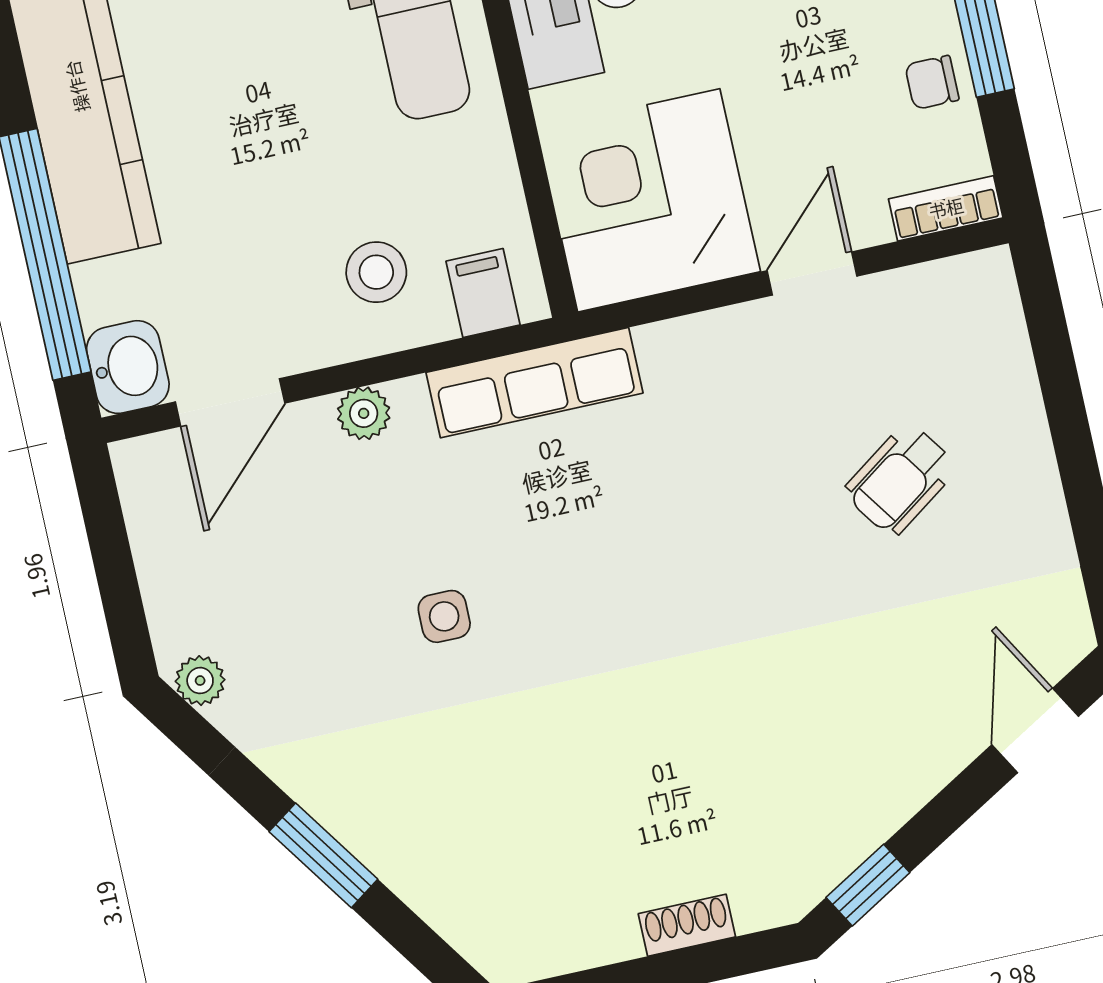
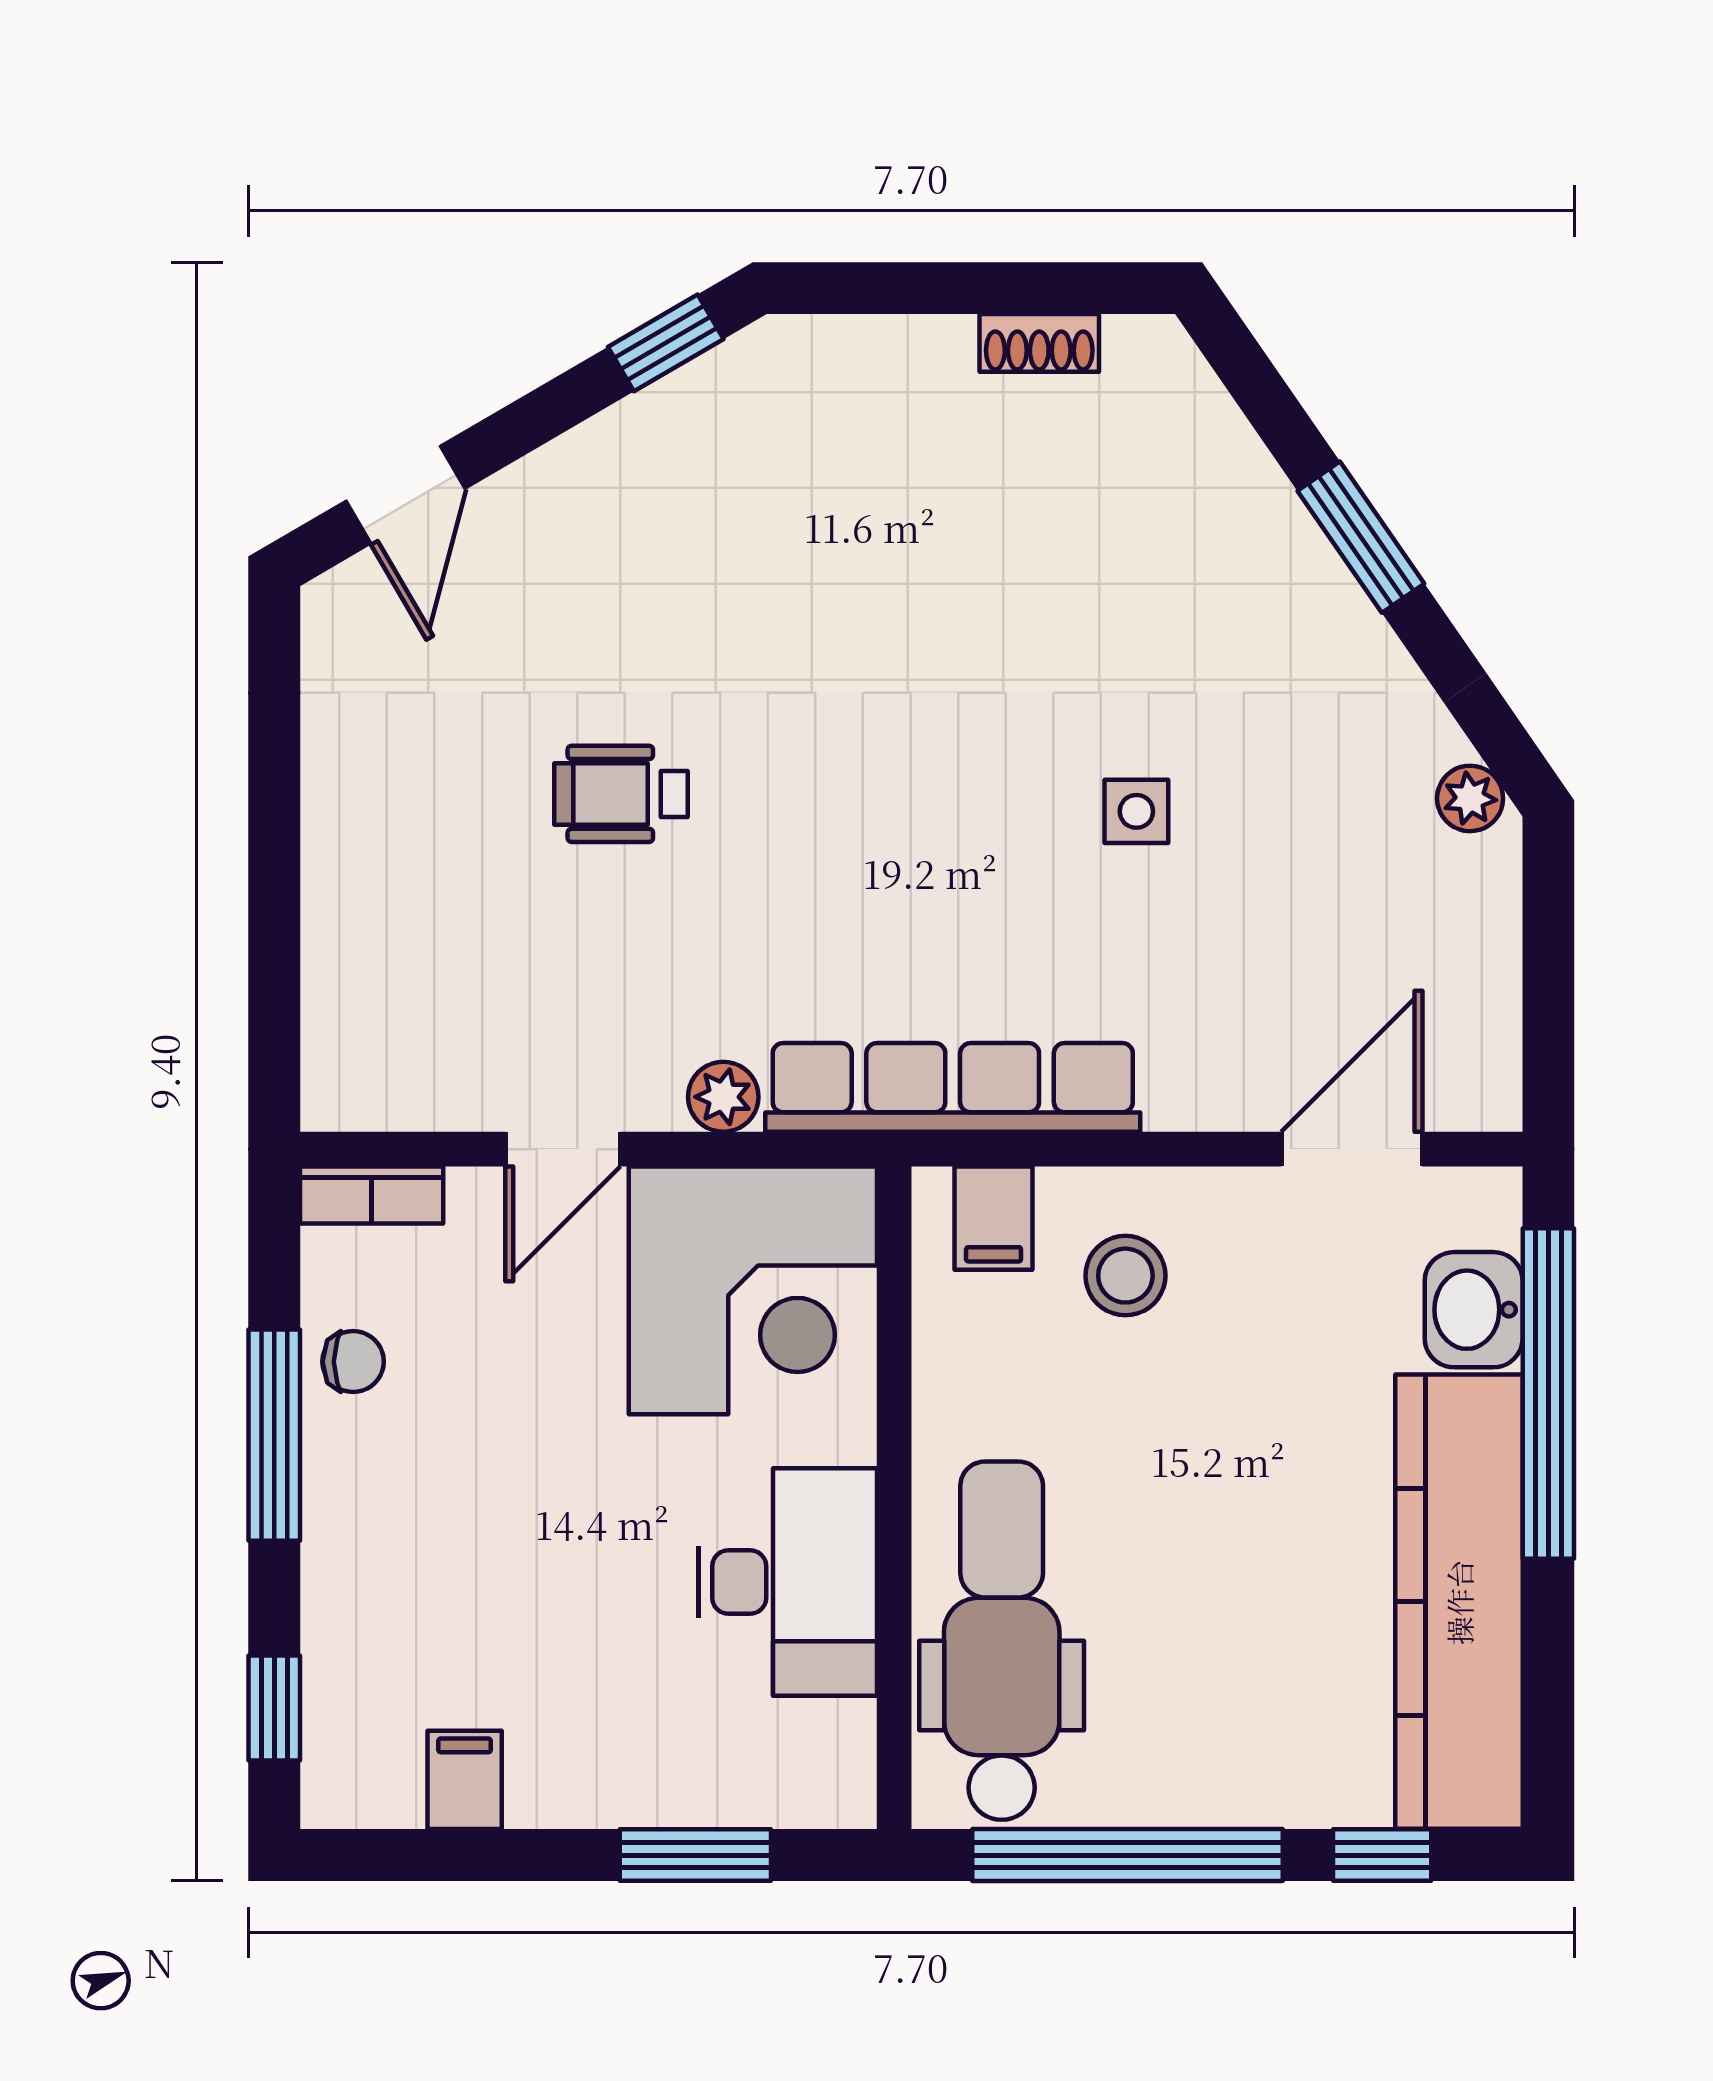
washbasin: (128, 367) -> (1474, 1310), moved
row of seats: (534, 383) -> (953, 1087), width x1.36
plant: (364, 413) -> (723, 1097), moved
wheelchair: (900, 479) -> (621, 794), moved, turned -145
shoe rack: (687, 925) -> (1039, 343), moved

